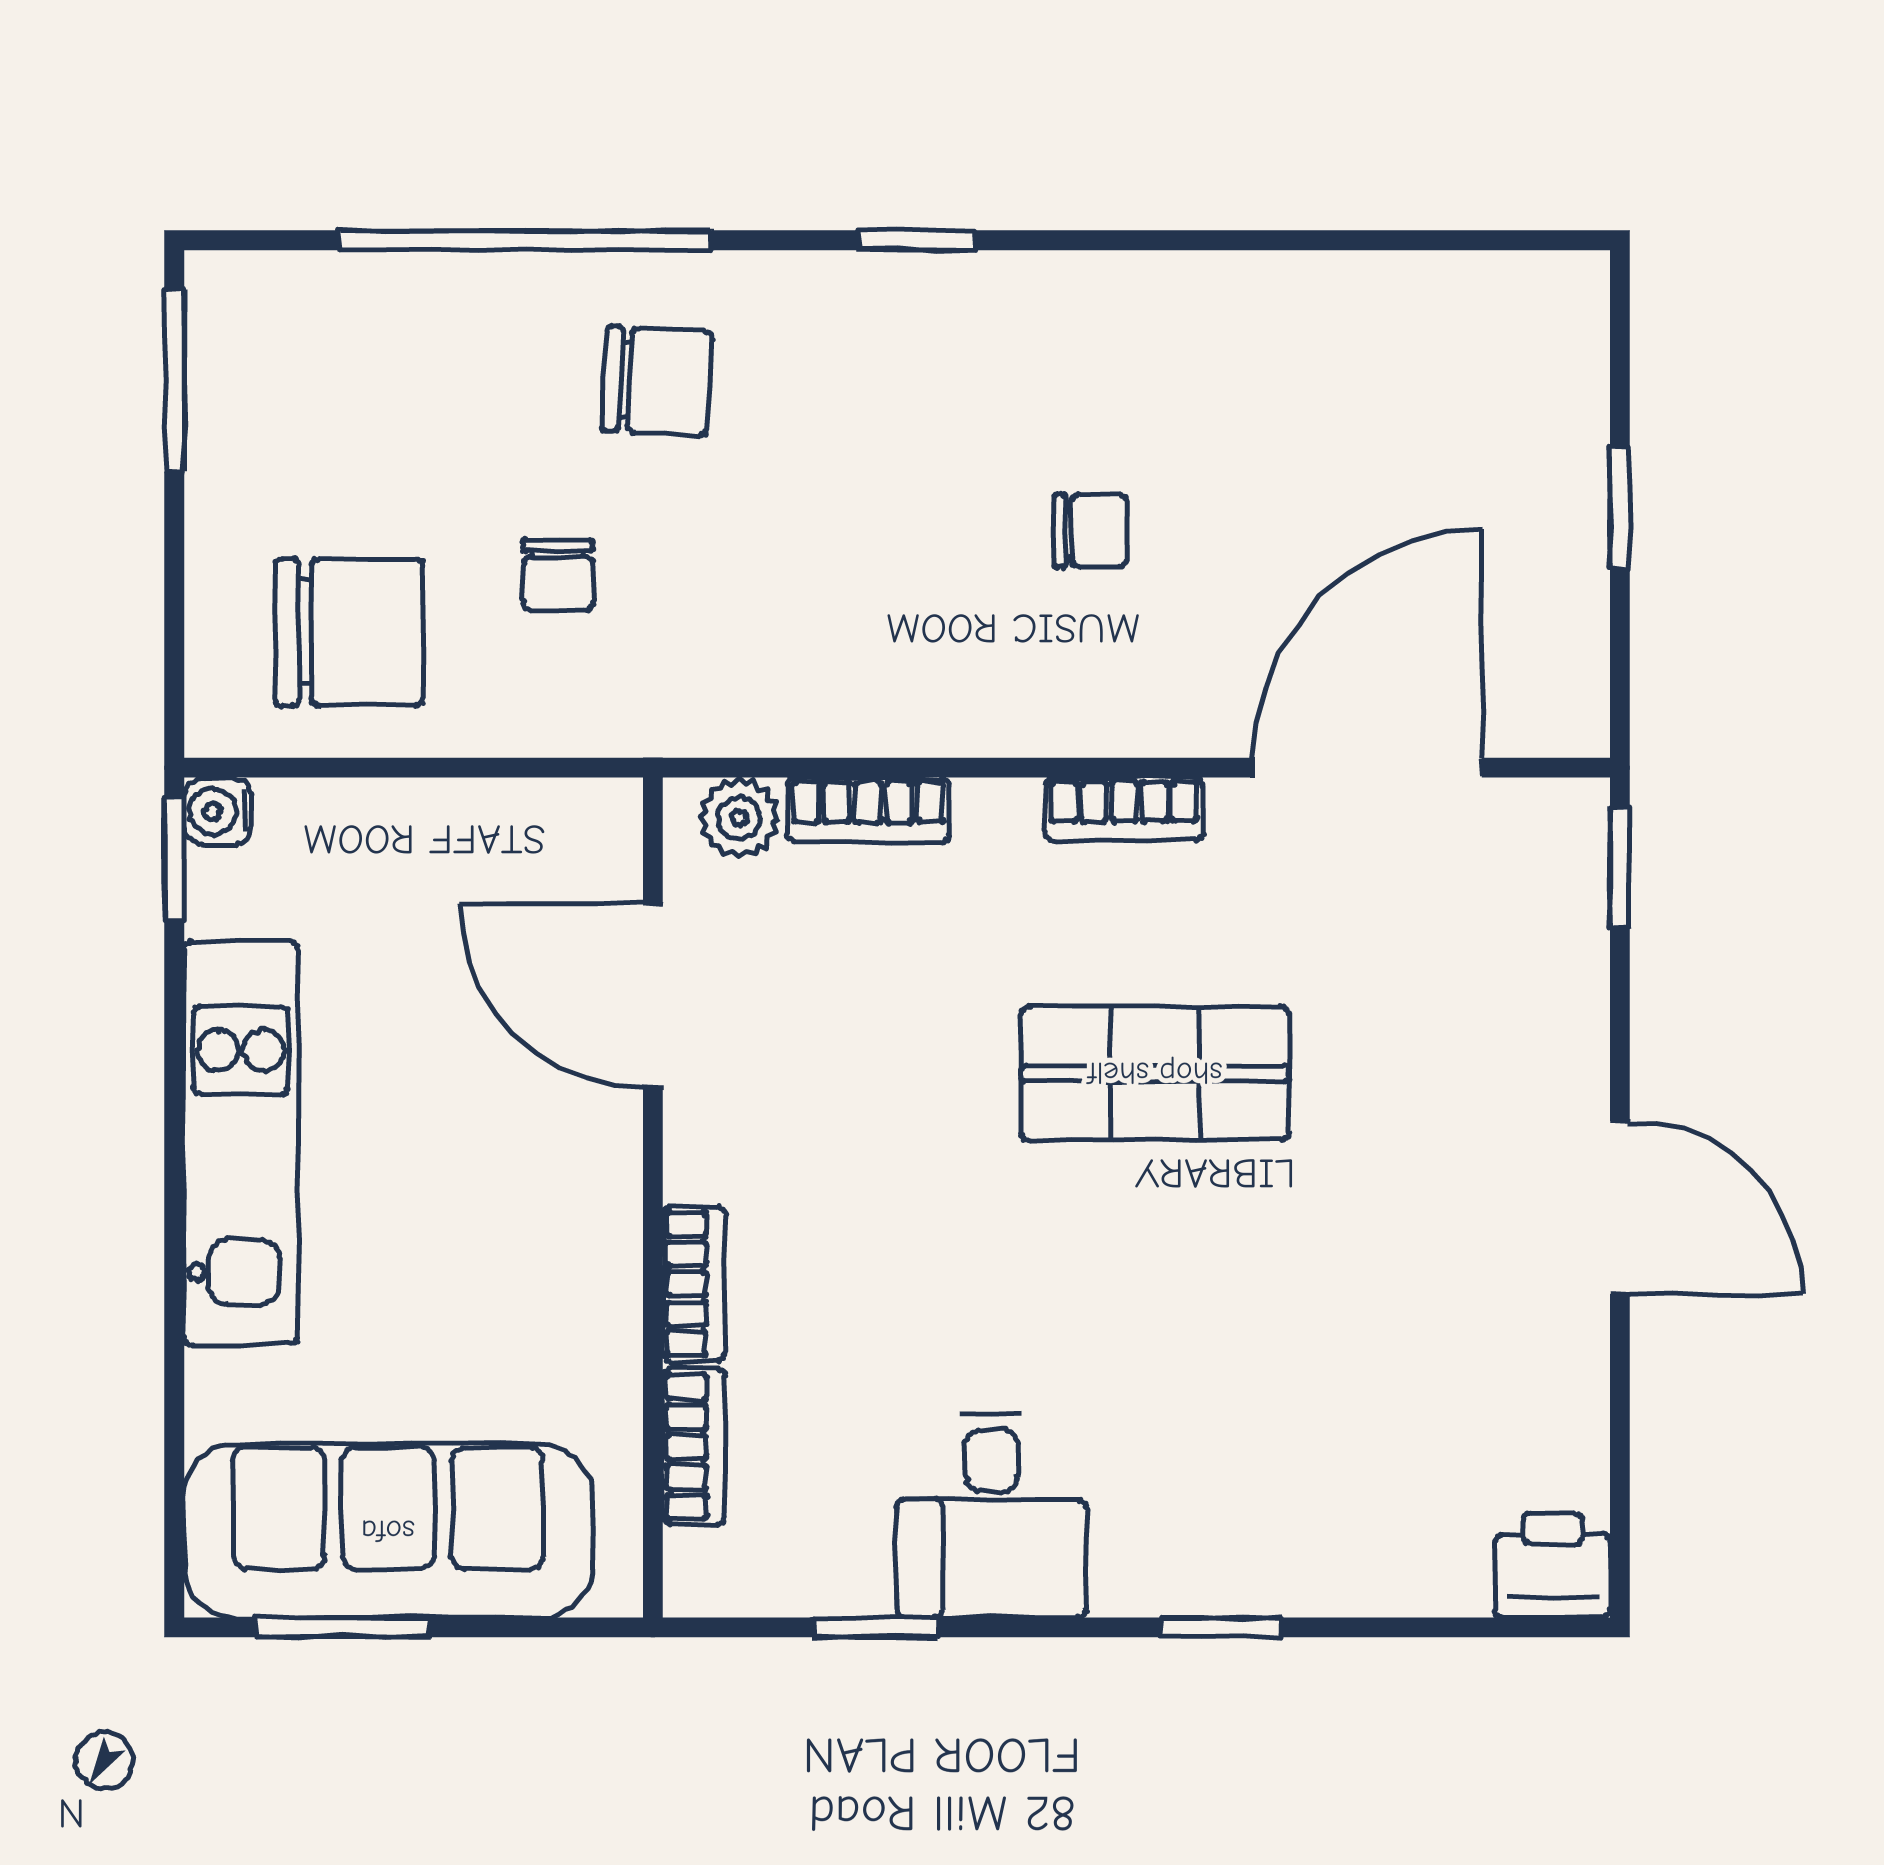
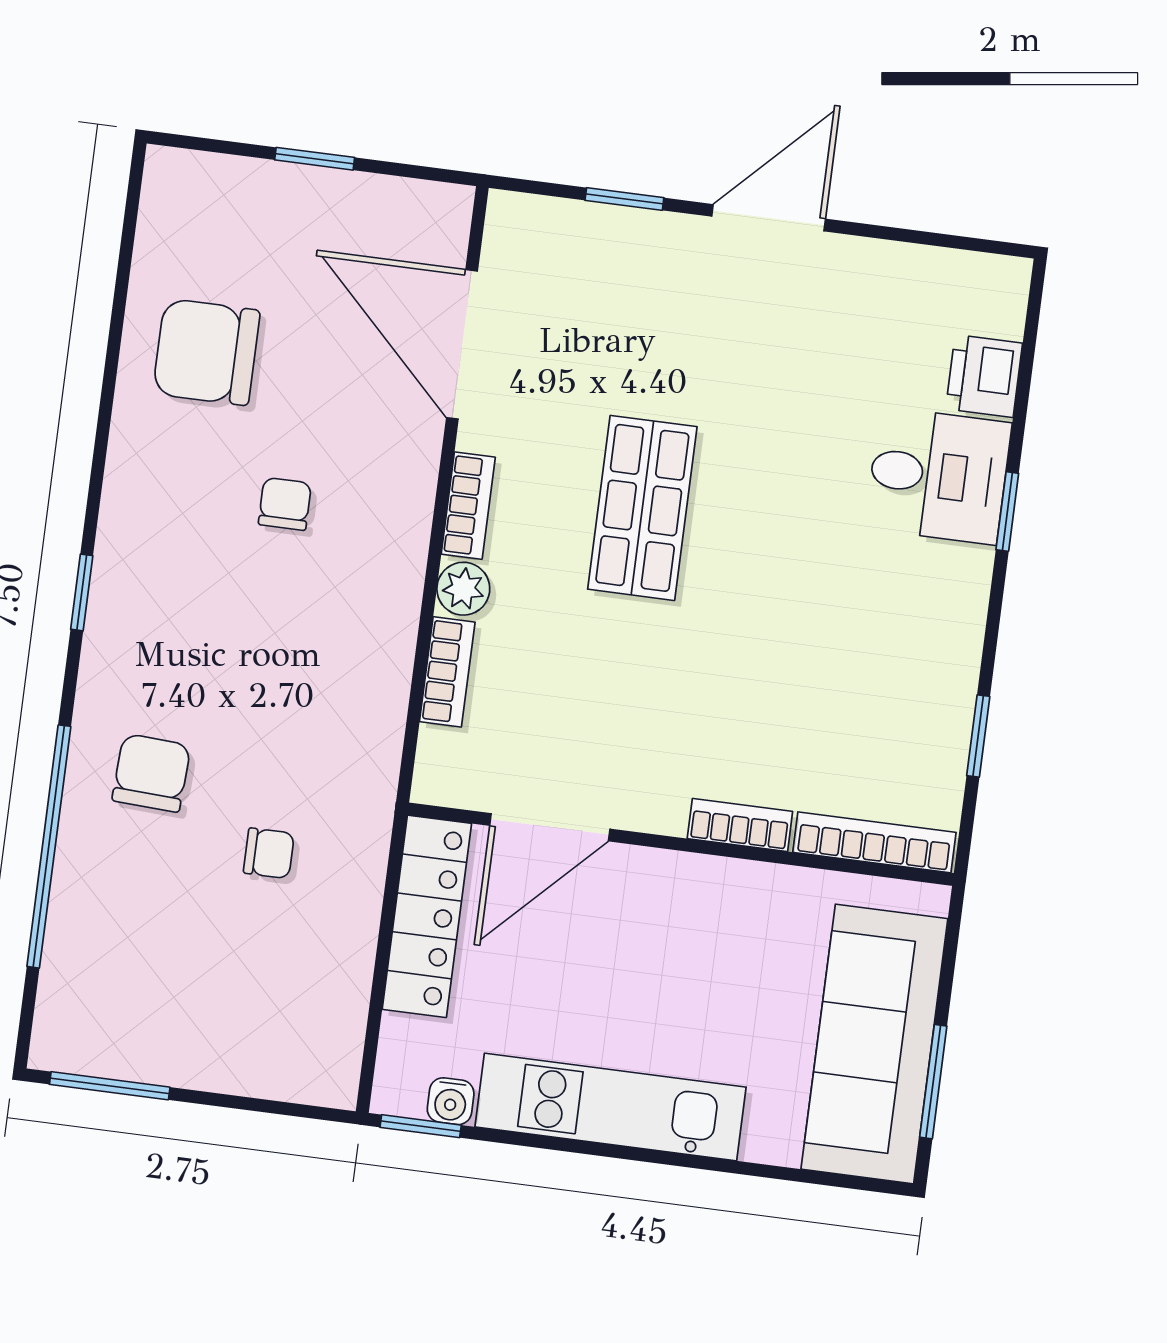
chair: (350, 632) -> (206, 352), moved, turned -90
water cooler: (218, 812) -> (451, 1101), moved
plant: (739, 818) -> (463, 589), moved
locker: (494, 827) -> (427, 916), added
window: (1620, 867) -> (624, 199), moved
bookcase: (694, 1447) -> (874, 842), width x1.56
desk: (992, 1515) -> (938, 476), moved
printer: (1553, 1565) -> (984, 376), moved

